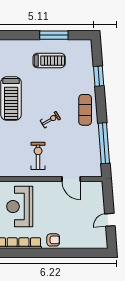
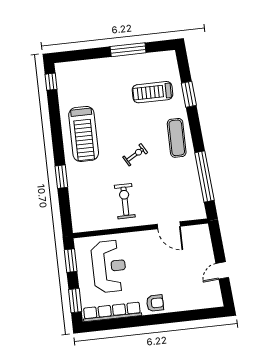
treadmill: (49, 61) -> (152, 92), moved, turned 180
reception desk: (20, 207) -> (109, 266), turned 180

